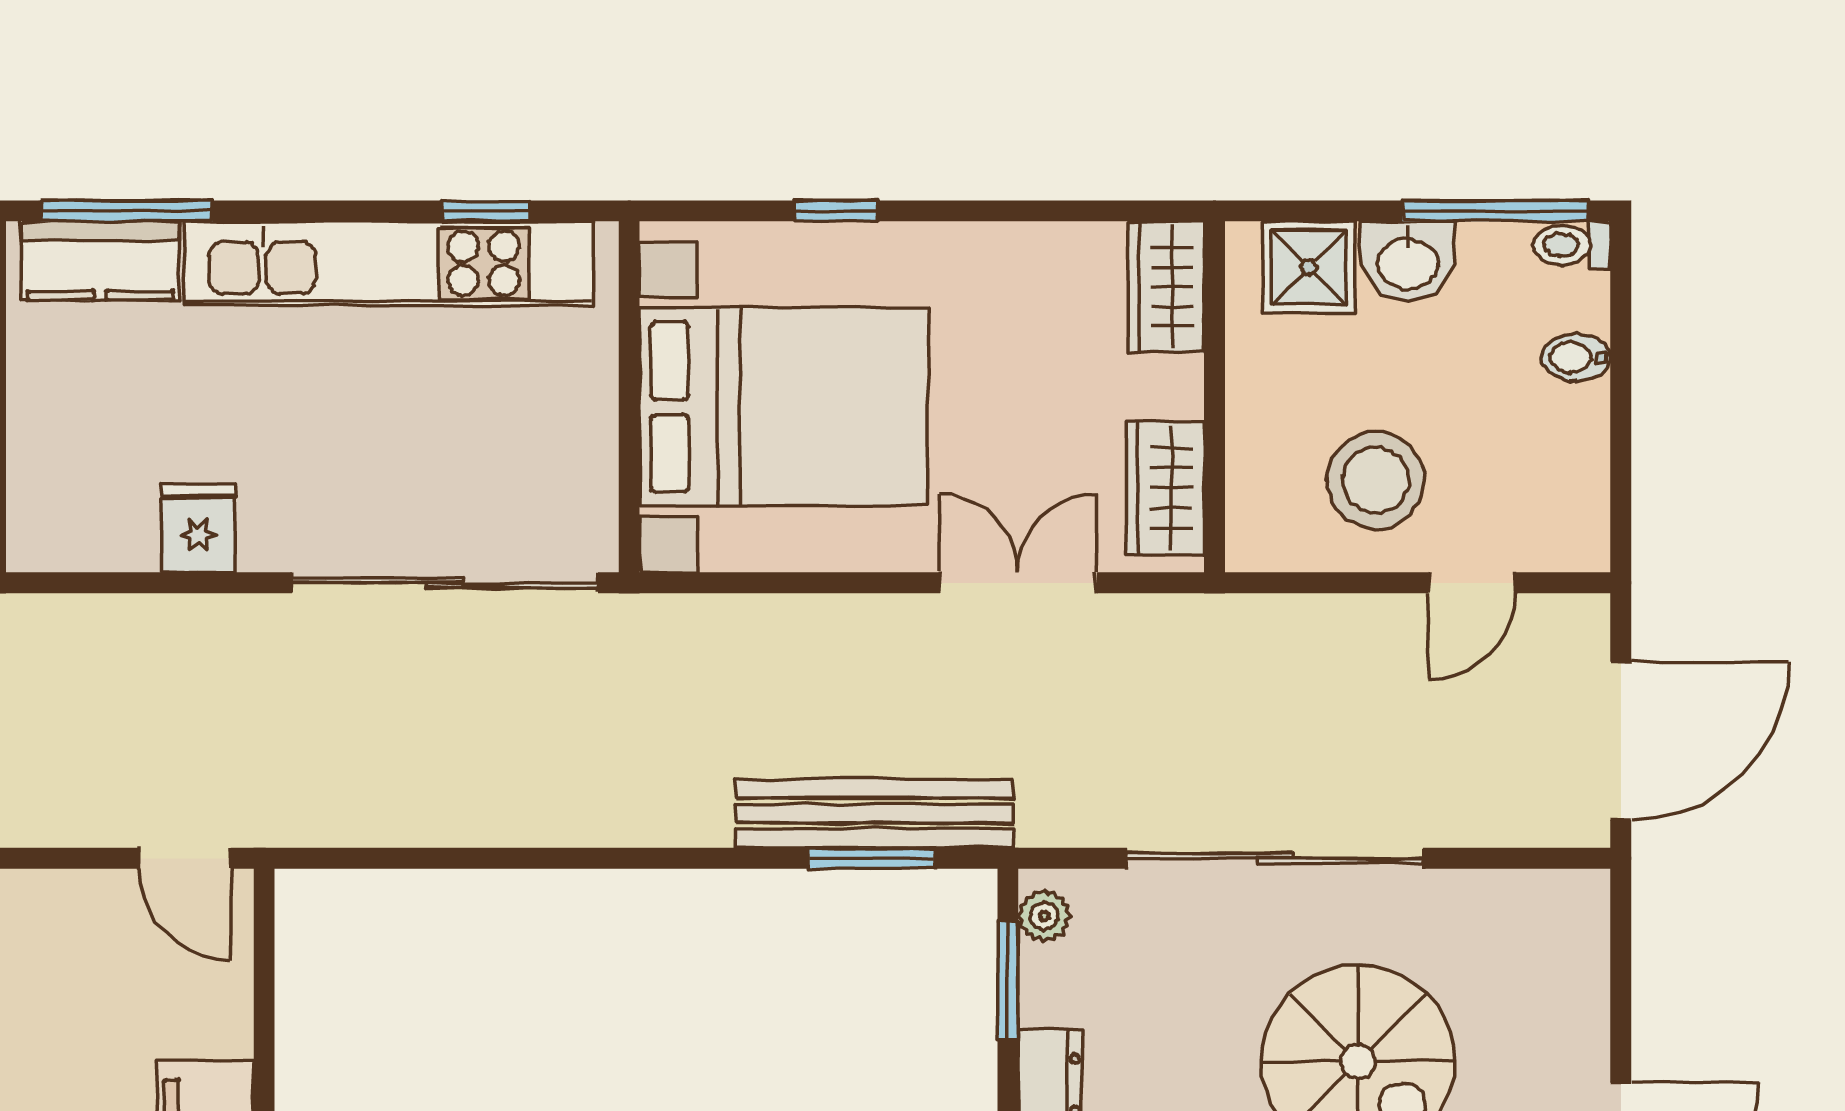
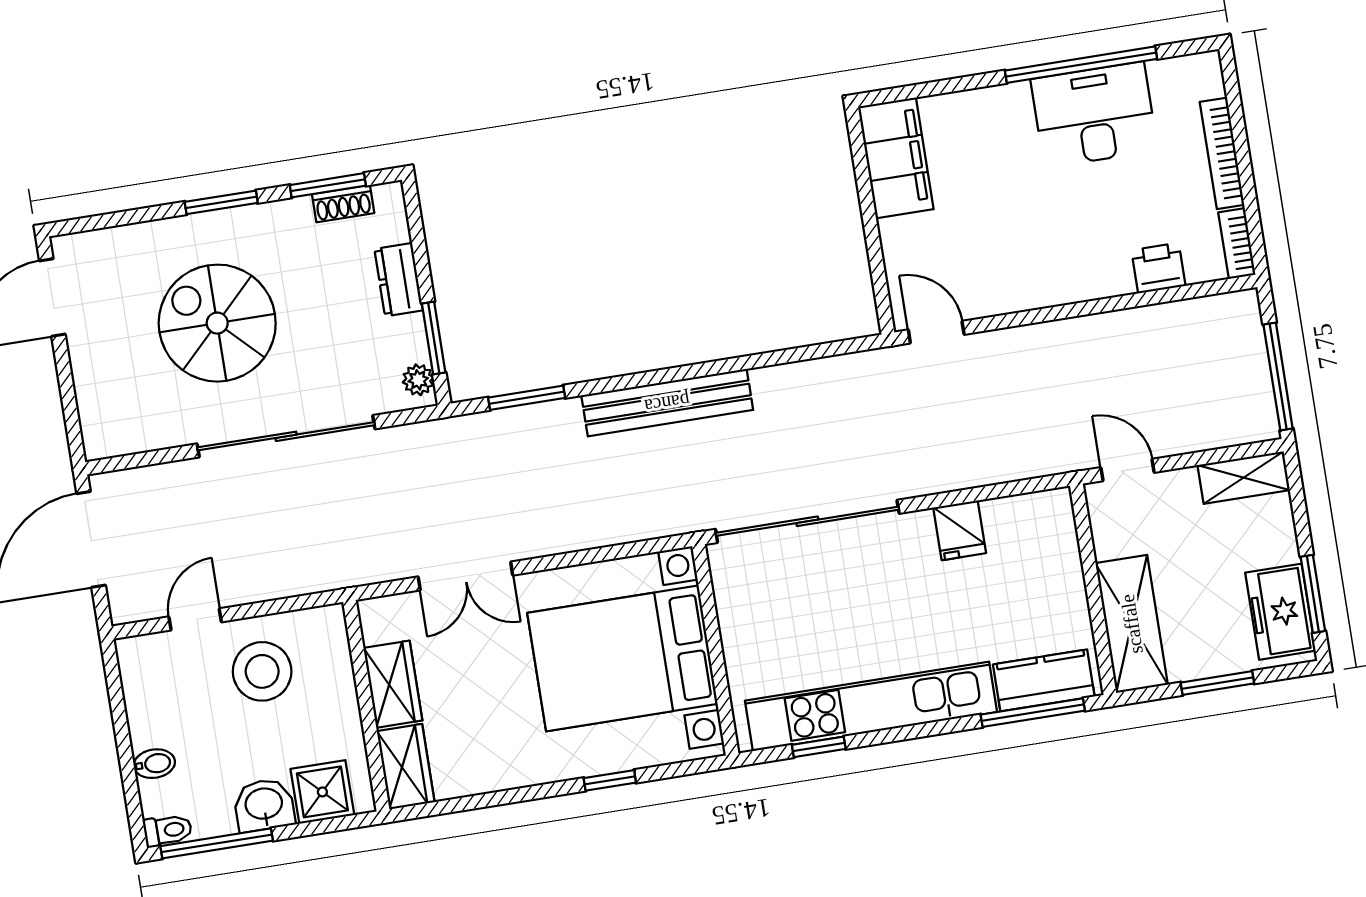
wardrobe: (1165, 488) -> (393, 684), moved
bench: (875, 813) -> (667, 403), moved

